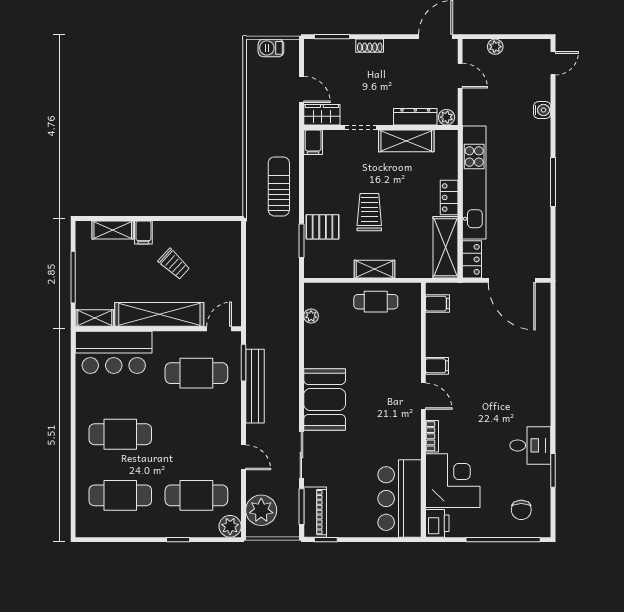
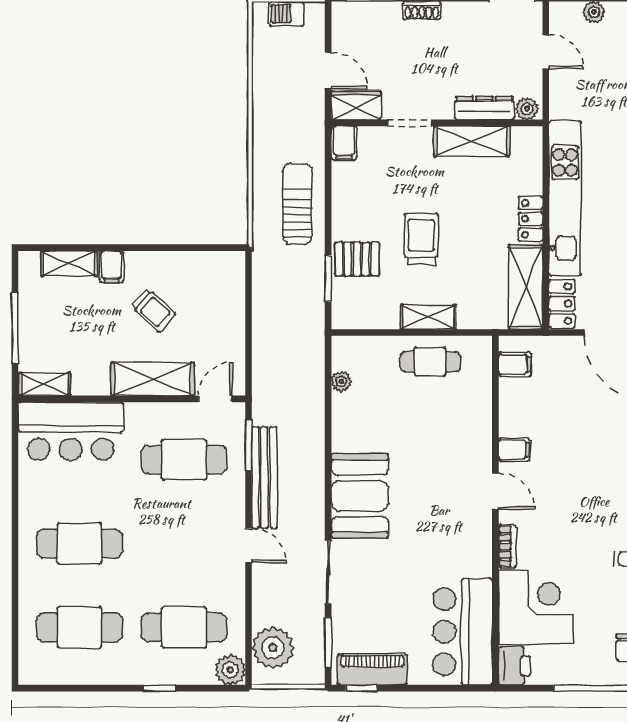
shelving: (159, 314) -> (152, 379), width x0.68
door: (243, 457) -> (249, 546), moved
piano: (315, 512) -> (372, 669), moved, turned -90

